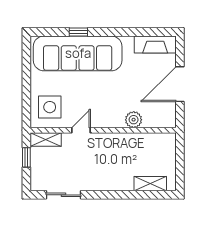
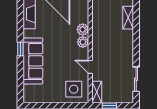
window: (78, 32) -> (20, 49), moved
sofa: (78, 53) -> (33, 61), width x0.74, depth x0.79
plant: (116, 120) -> (83, 42), added

